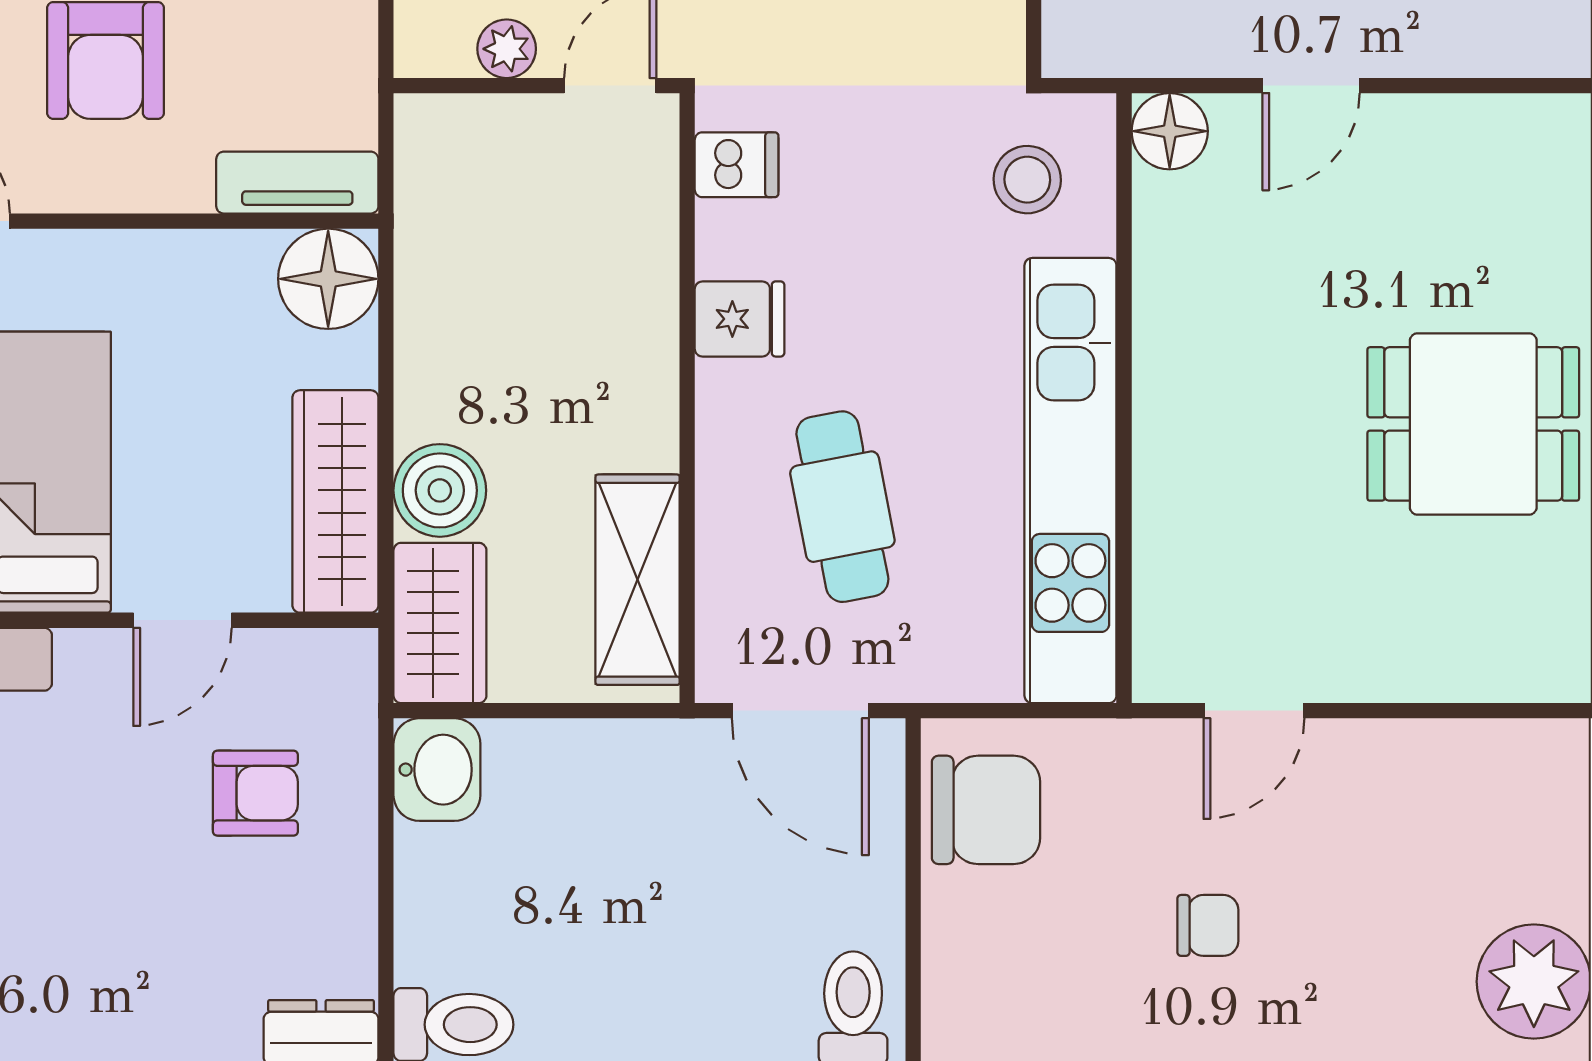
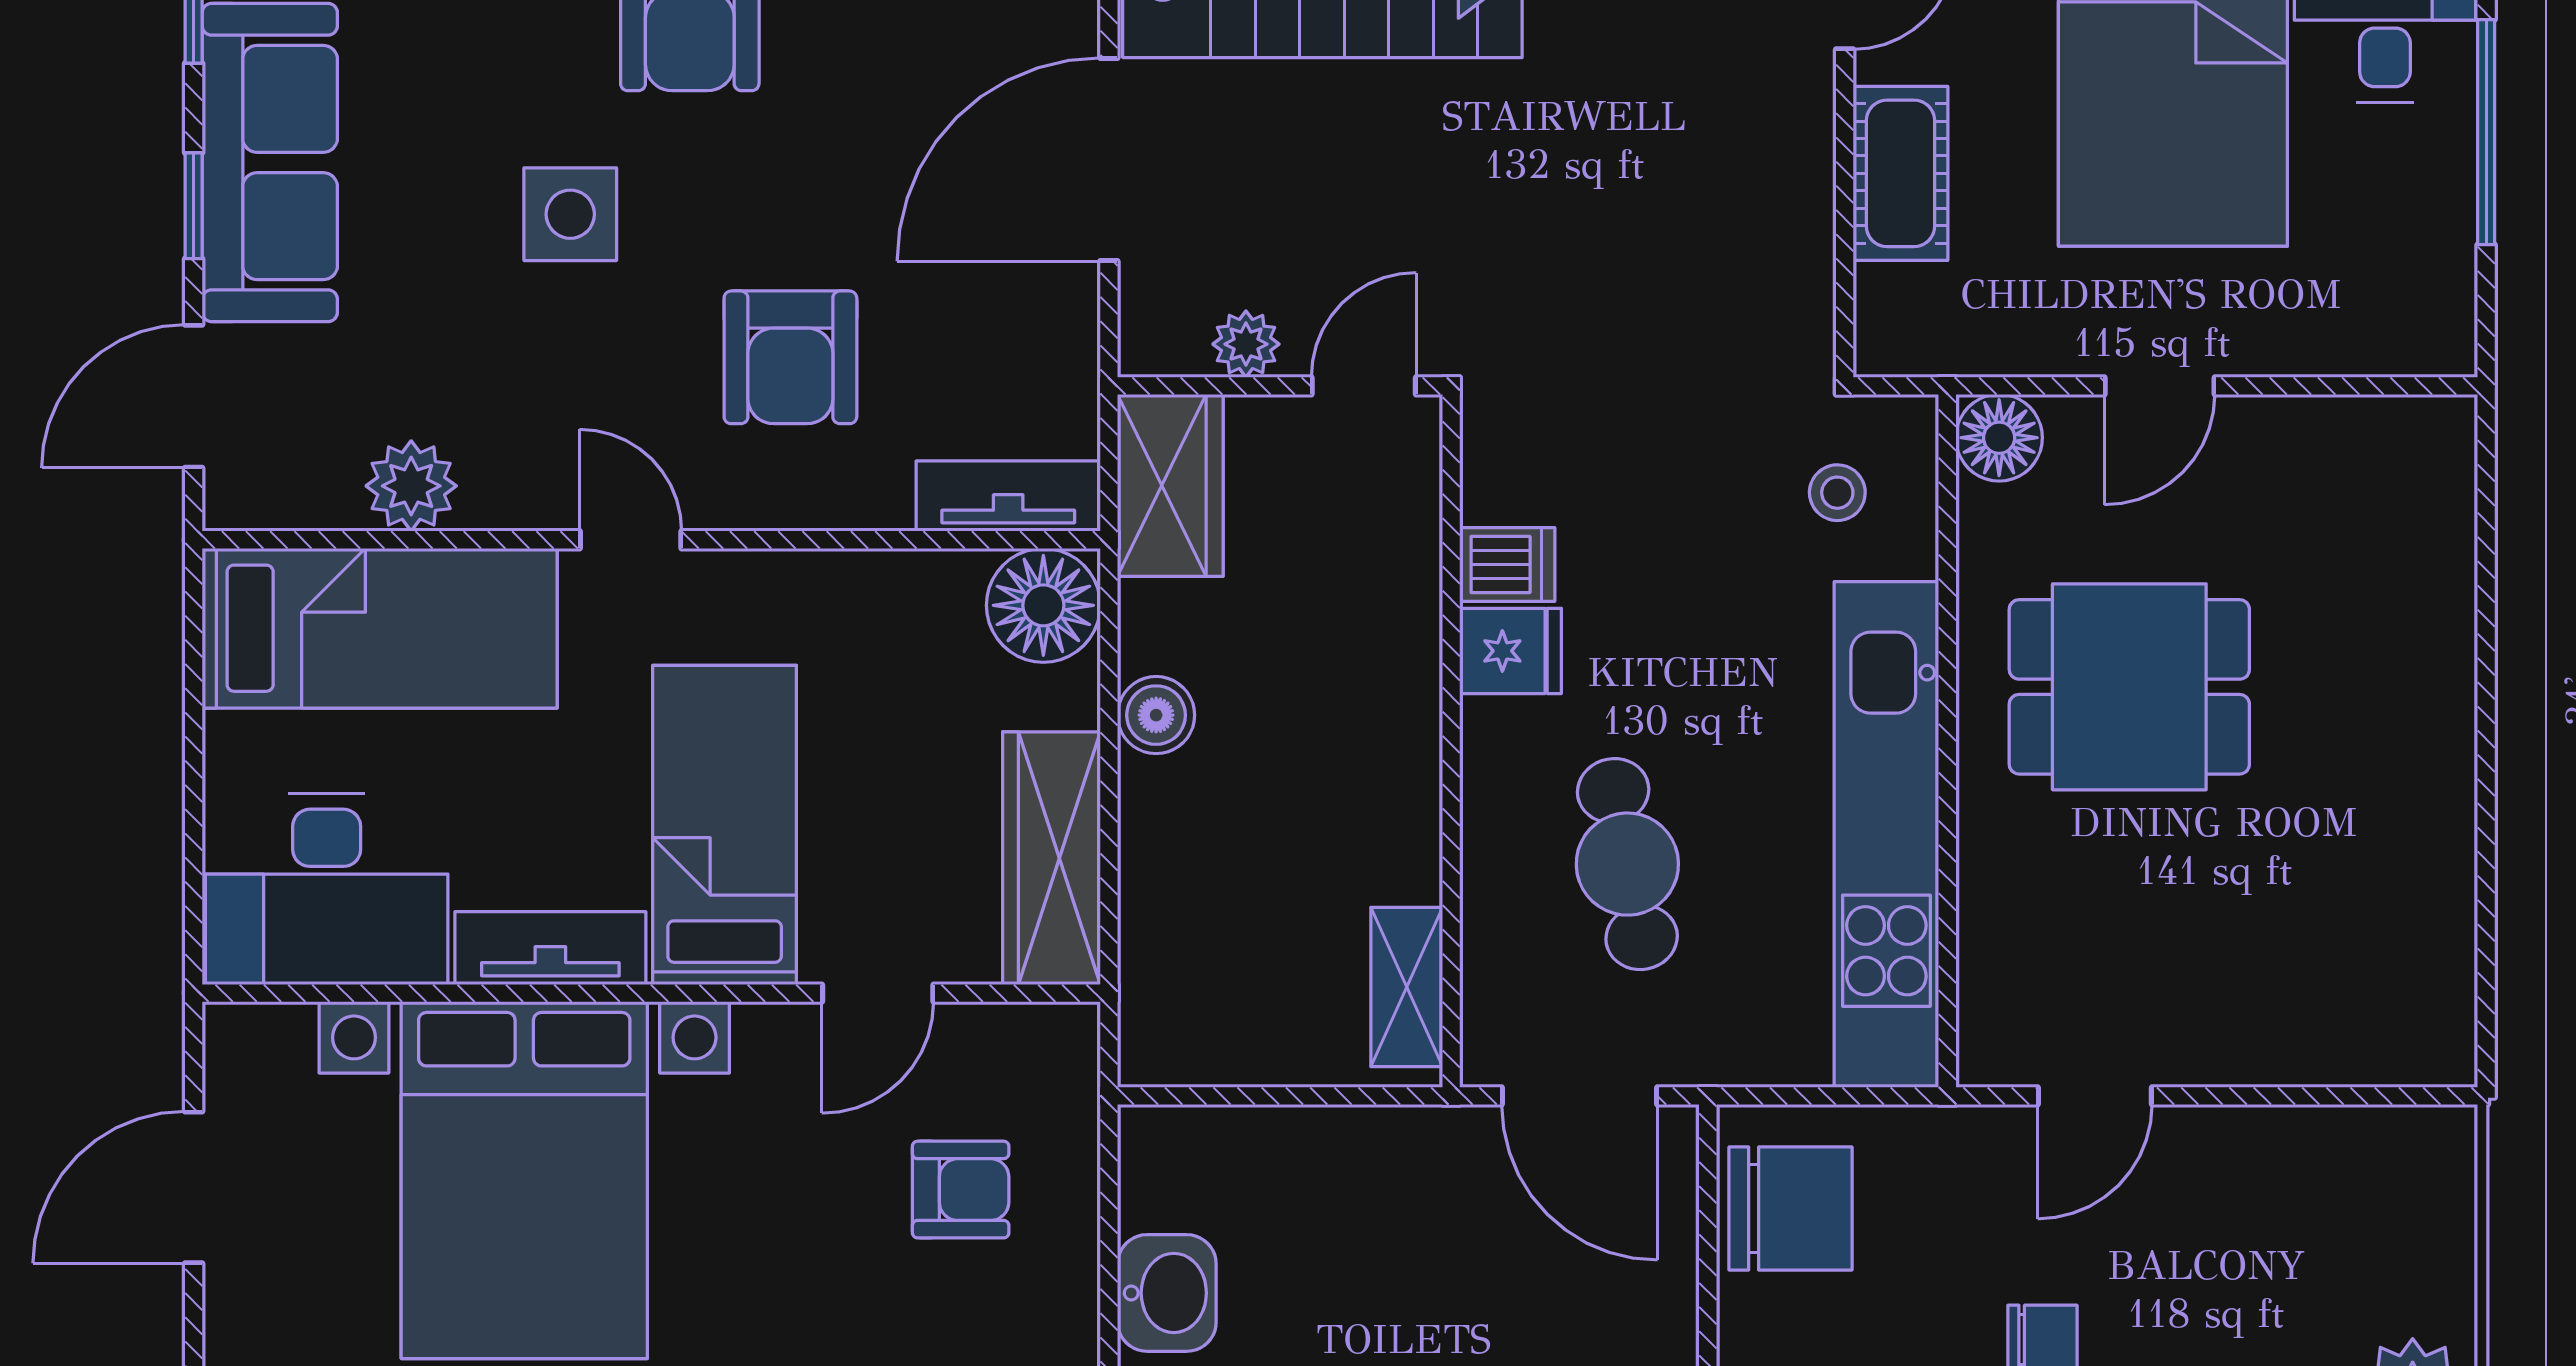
dishwasher: (737, 165) -> (1507, 565), moved
stool: (1027, 180) -> (1837, 493), width x0.73, depth x0.73
dining table: (1473, 424) -> (2129, 687), moved
boiler: (440, 490) -> (1156, 715), moved, width x0.73, depth x0.73
shelving: (638, 580) -> (1407, 987), width x0.67, depth x0.75
wardrobe: (440, 623) -> (1170, 485), moved
washbasin: (437, 770) -> (1167, 1293), moved

